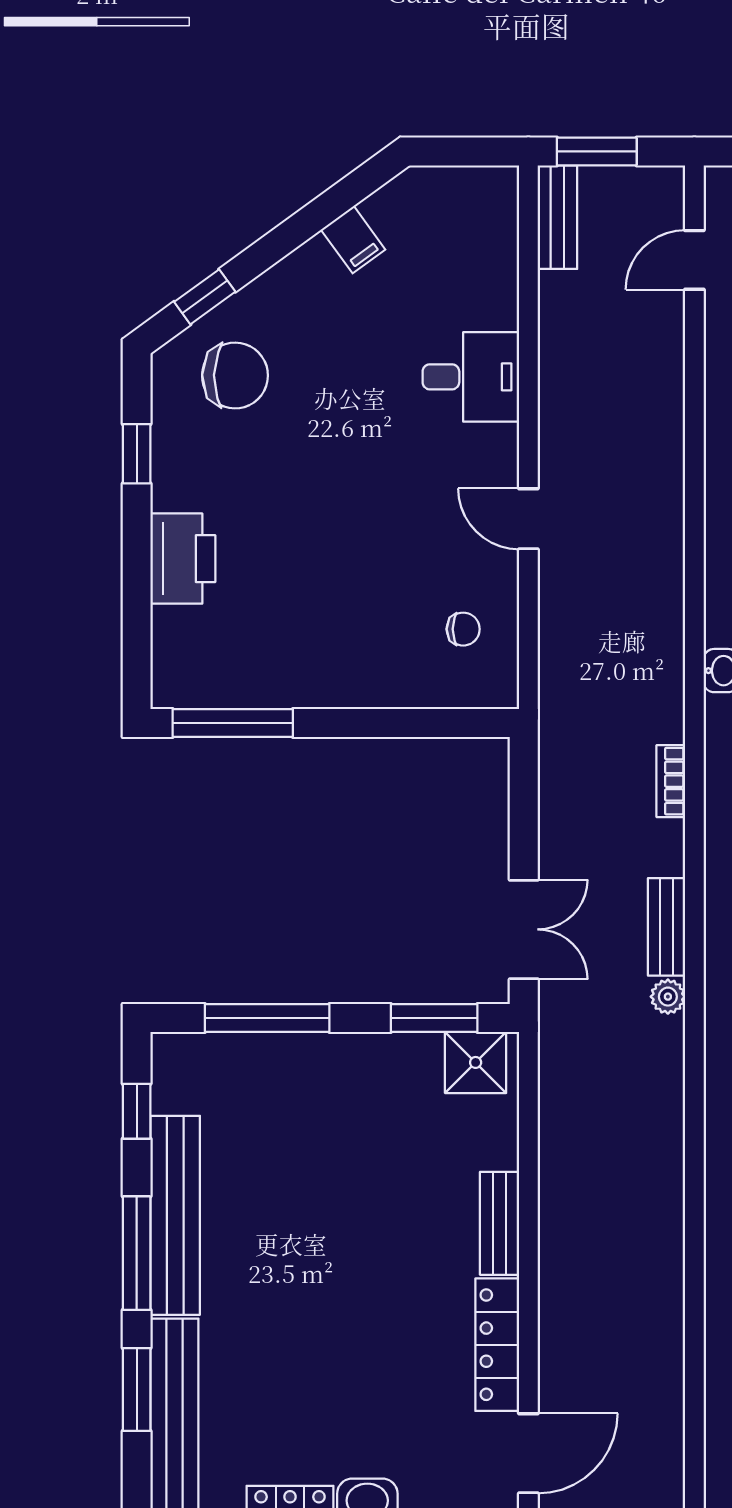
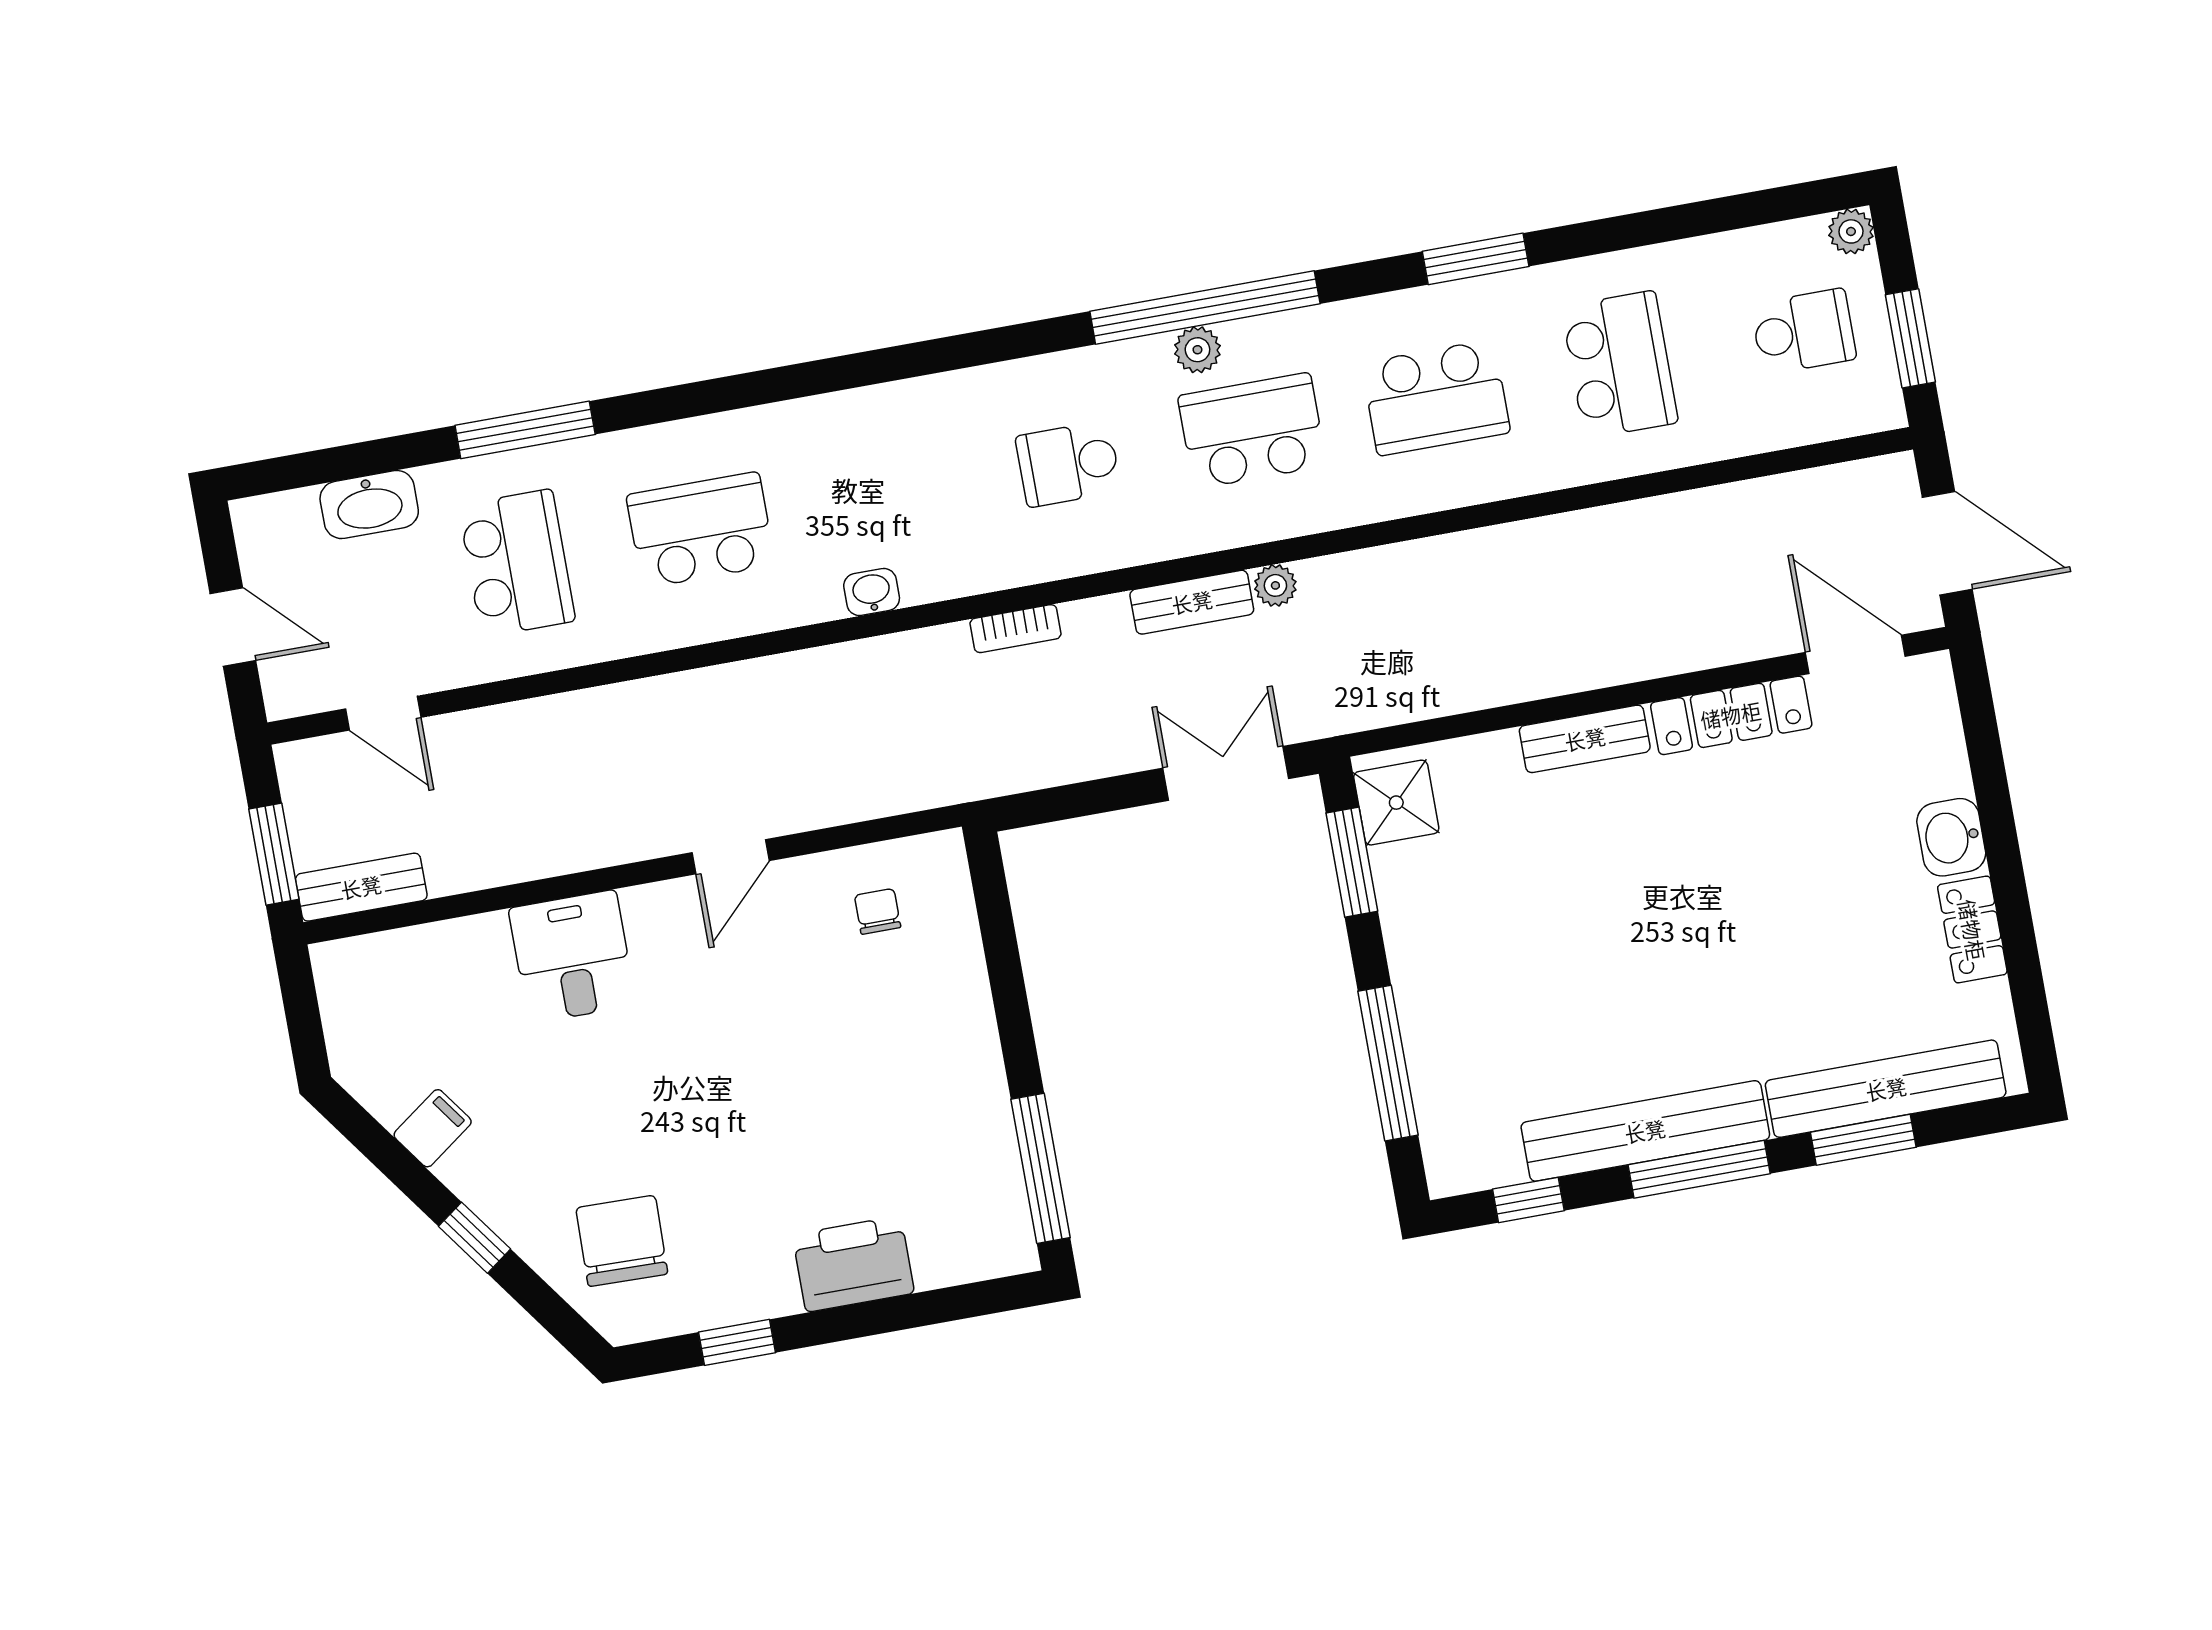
window: (205, 297) -> (475, 1238), moved

